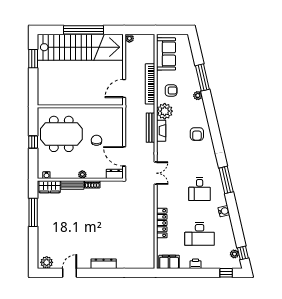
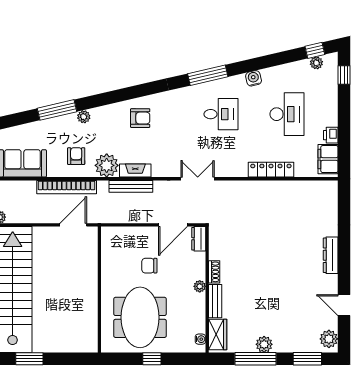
door: (124, 88) -> (73, 225), swing flipped
plant: (43, 218) -> (264, 344), added
window: (33, 248) -> (307, 359), added
printer: (196, 264) -> (331, 135), moved

